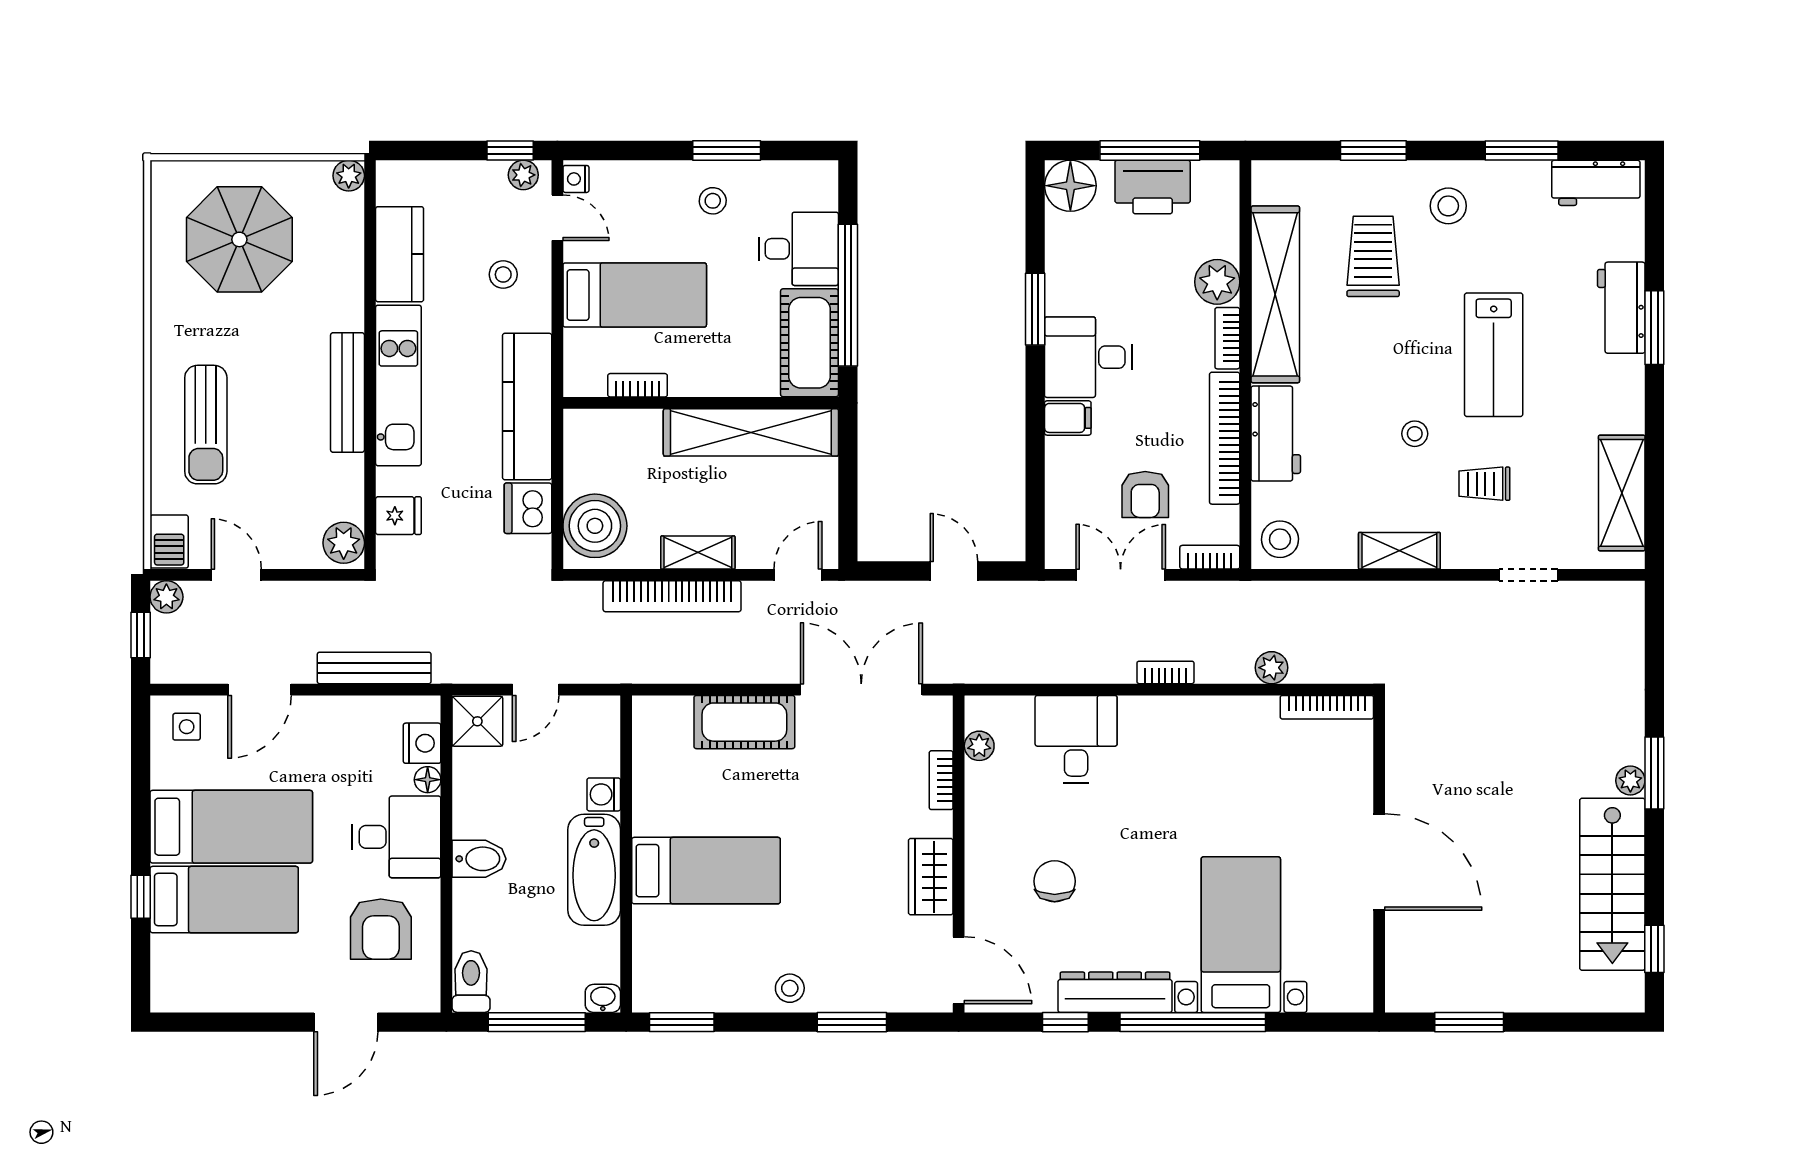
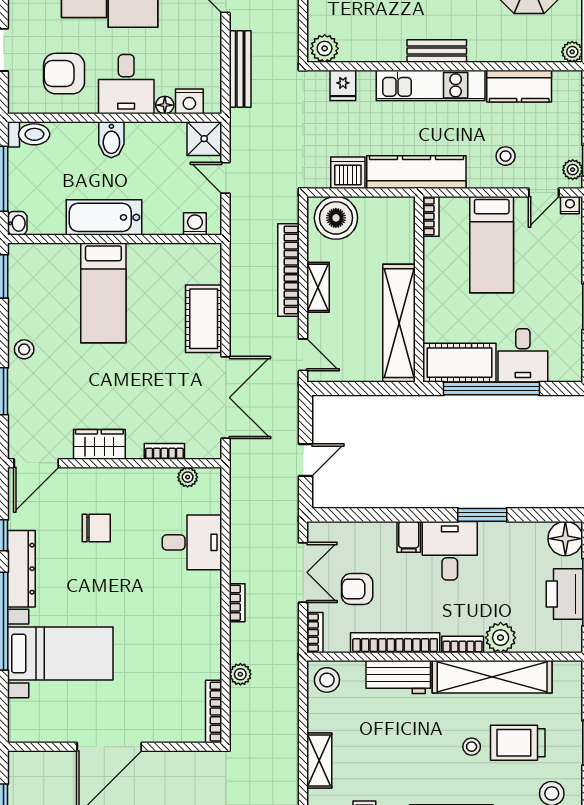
stool: (713, 201) -> (555, 297), removed
trolley: (1373, 256) -> (518, 743), turned 180
bookcase: (638, 385) -> (431, 216), moved
bench: (347, 393) -> (437, 51), width x0.73
stool: (1415, 434) -> (472, 747), moved
washing machine: (604, 794) -> (195, 224), moved

